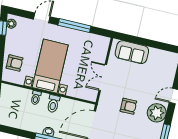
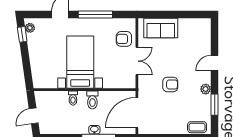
armchair: (15, 63) -> (124, 39), moved, turned 180
double door: (103, 77) -> (137, 61), swing flipped
plant: (157, 113) -> (206, 89), width x0.53, depth x0.53

